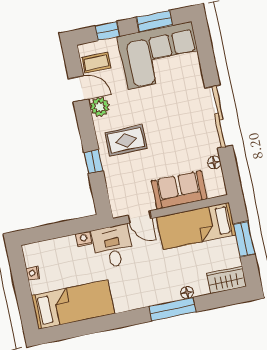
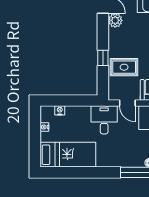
rug: (126, 140) -> (124, 67), moved
nightstand: (84, 239) -> (60, 110), moved

